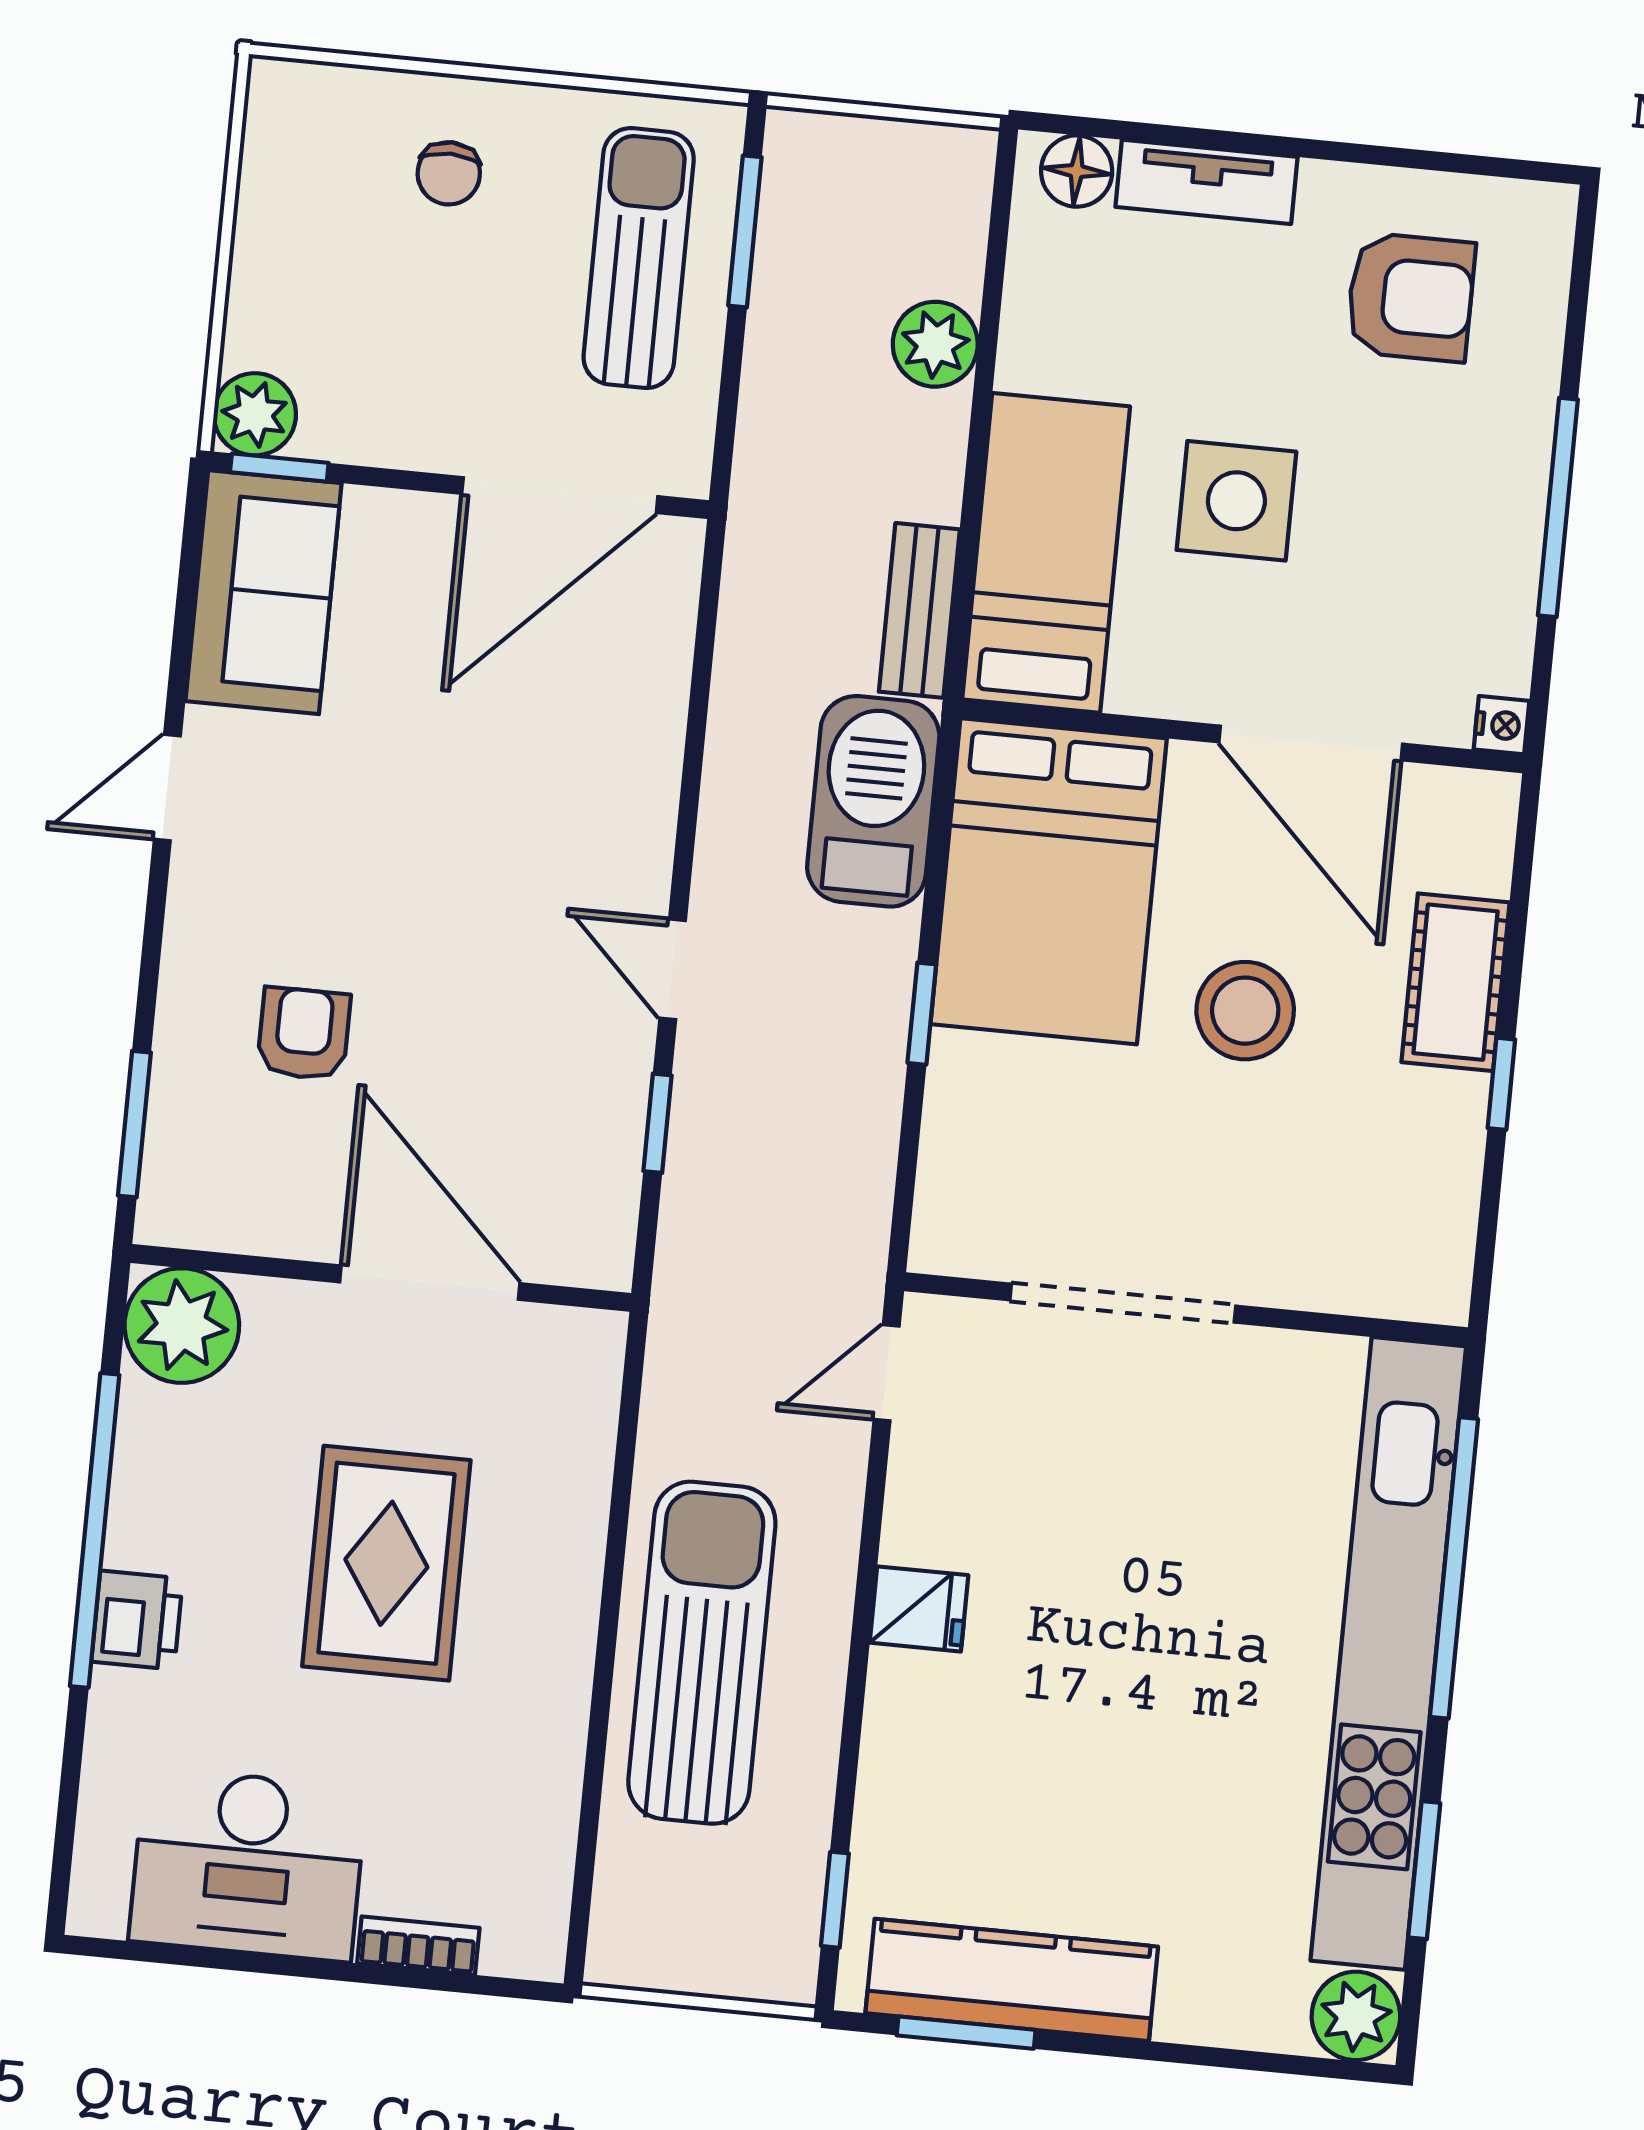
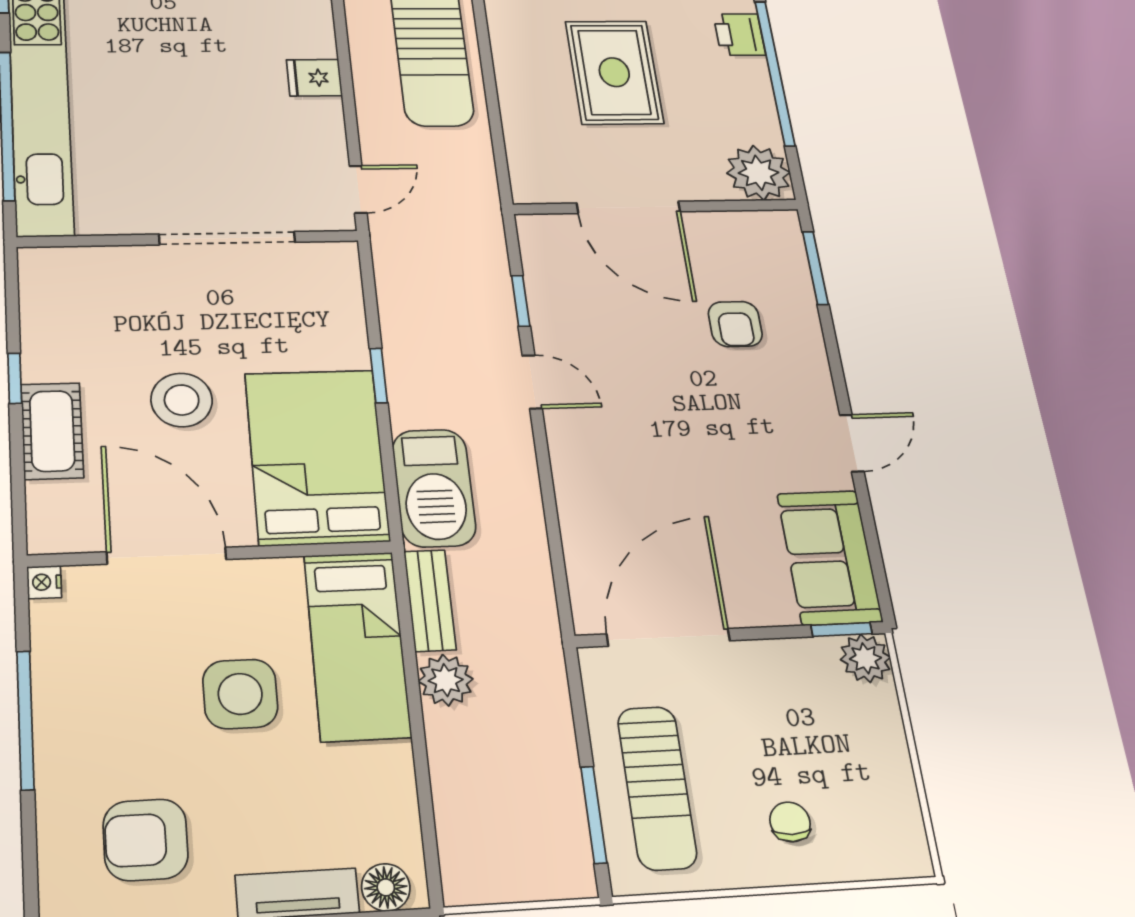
plant: (935, 344) -> (446, 680), moved

